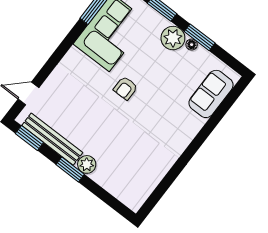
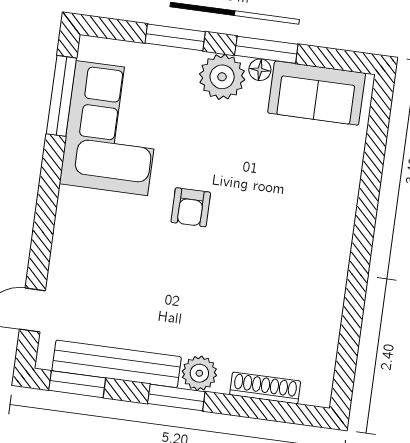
sofa: (211, 94) -> (317, 93), moved, turned -90
shoe rack: (112, 188) -> (265, 388), added

